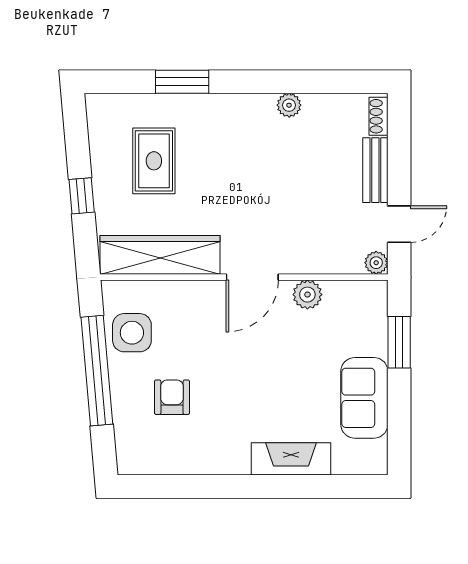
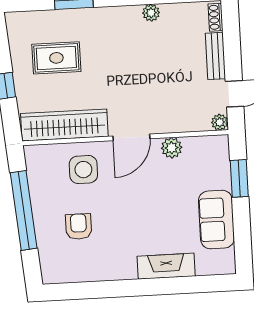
rug: (154, 161) -> (56, 58), turned 90
side table: (132, 333) -> (83, 170), moved

